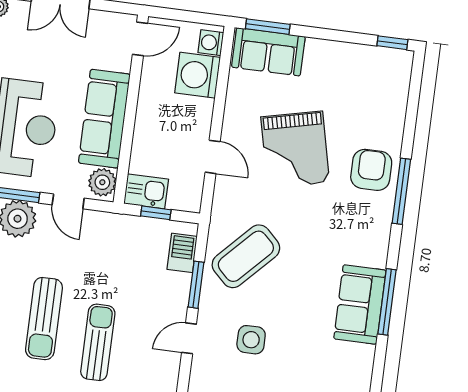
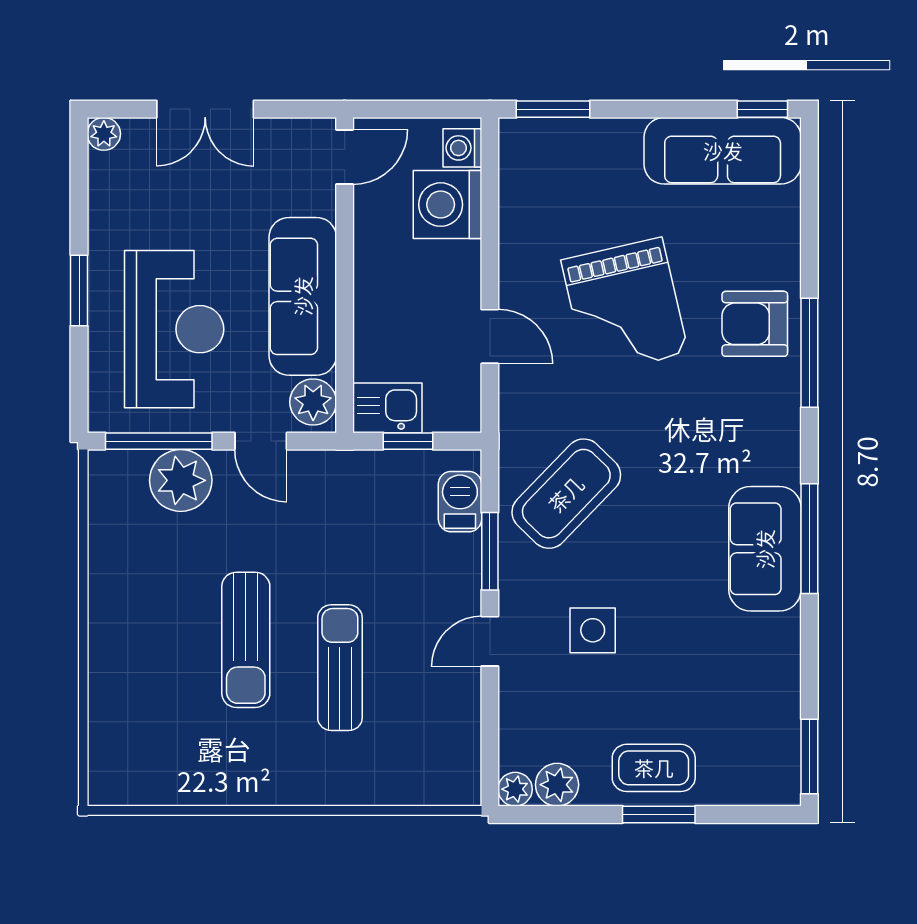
sofa: (268, 52) -> (723, 151), moved, width x1.36
armchair: (371, 170) -> (755, 324), turned -90

